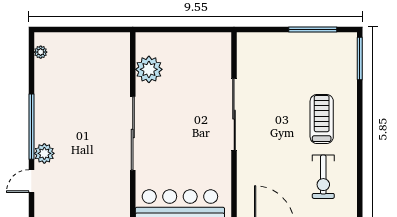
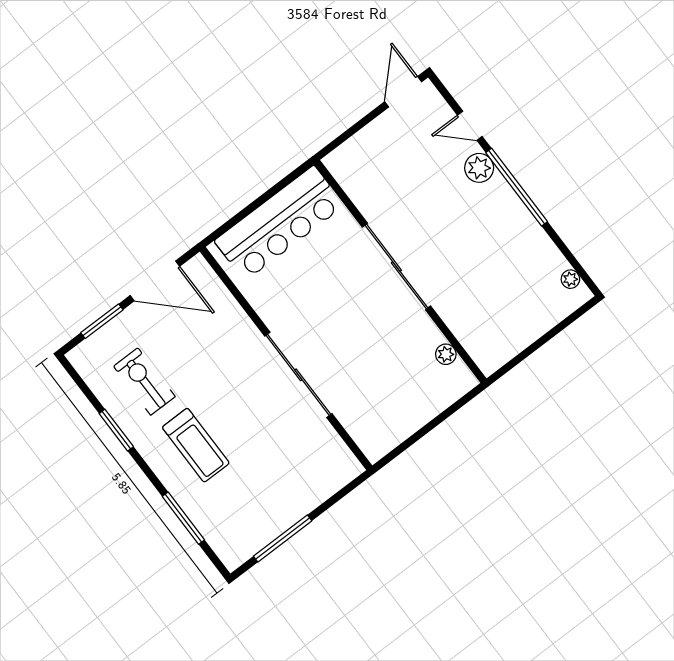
window: (360, 59) -> (183, 518), moved
plant: (149, 69) -> (446, 354), width x0.53, depth x0.53
window: (360, 161) -> (116, 430), added
door: (31, 181) -> (470, 126), swing flipped

